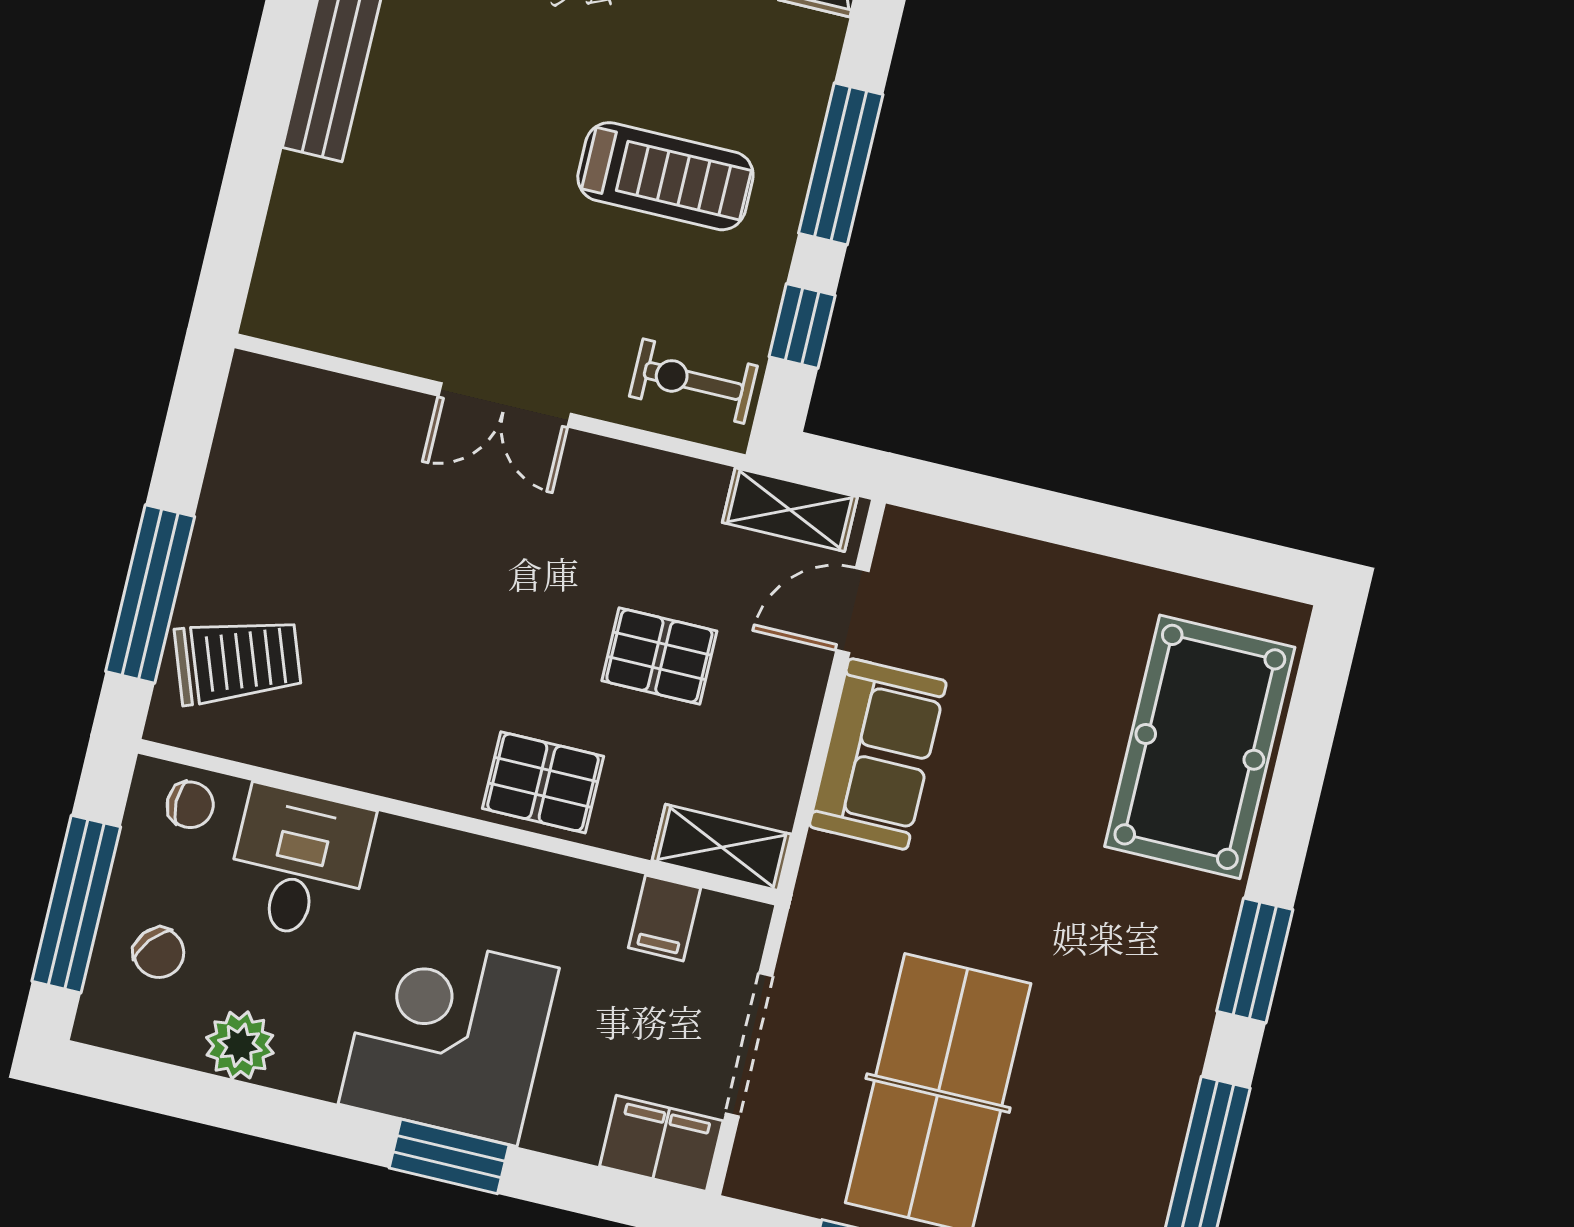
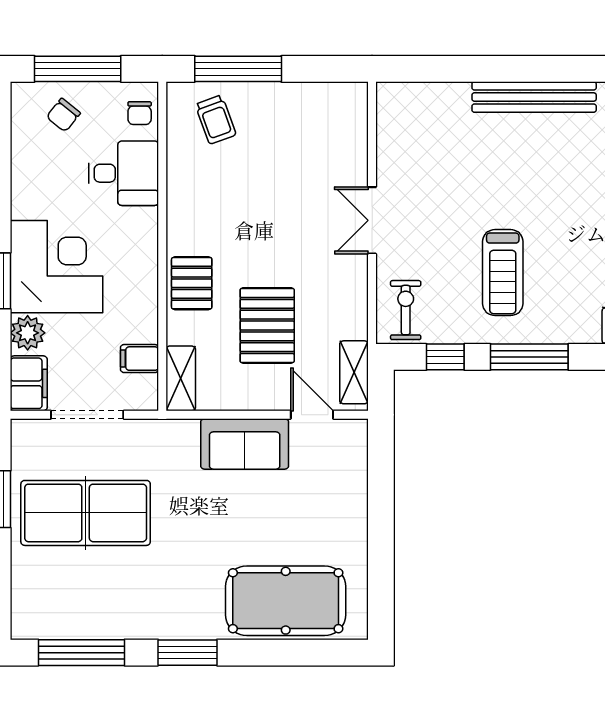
pallet: (659, 656) -> (267, 325), width x1.50, depth x1.42
trolley: (238, 661) -> (216, 120), width x0.73, depth x0.72
plant: (240, 1045) -> (28, 333), moved

